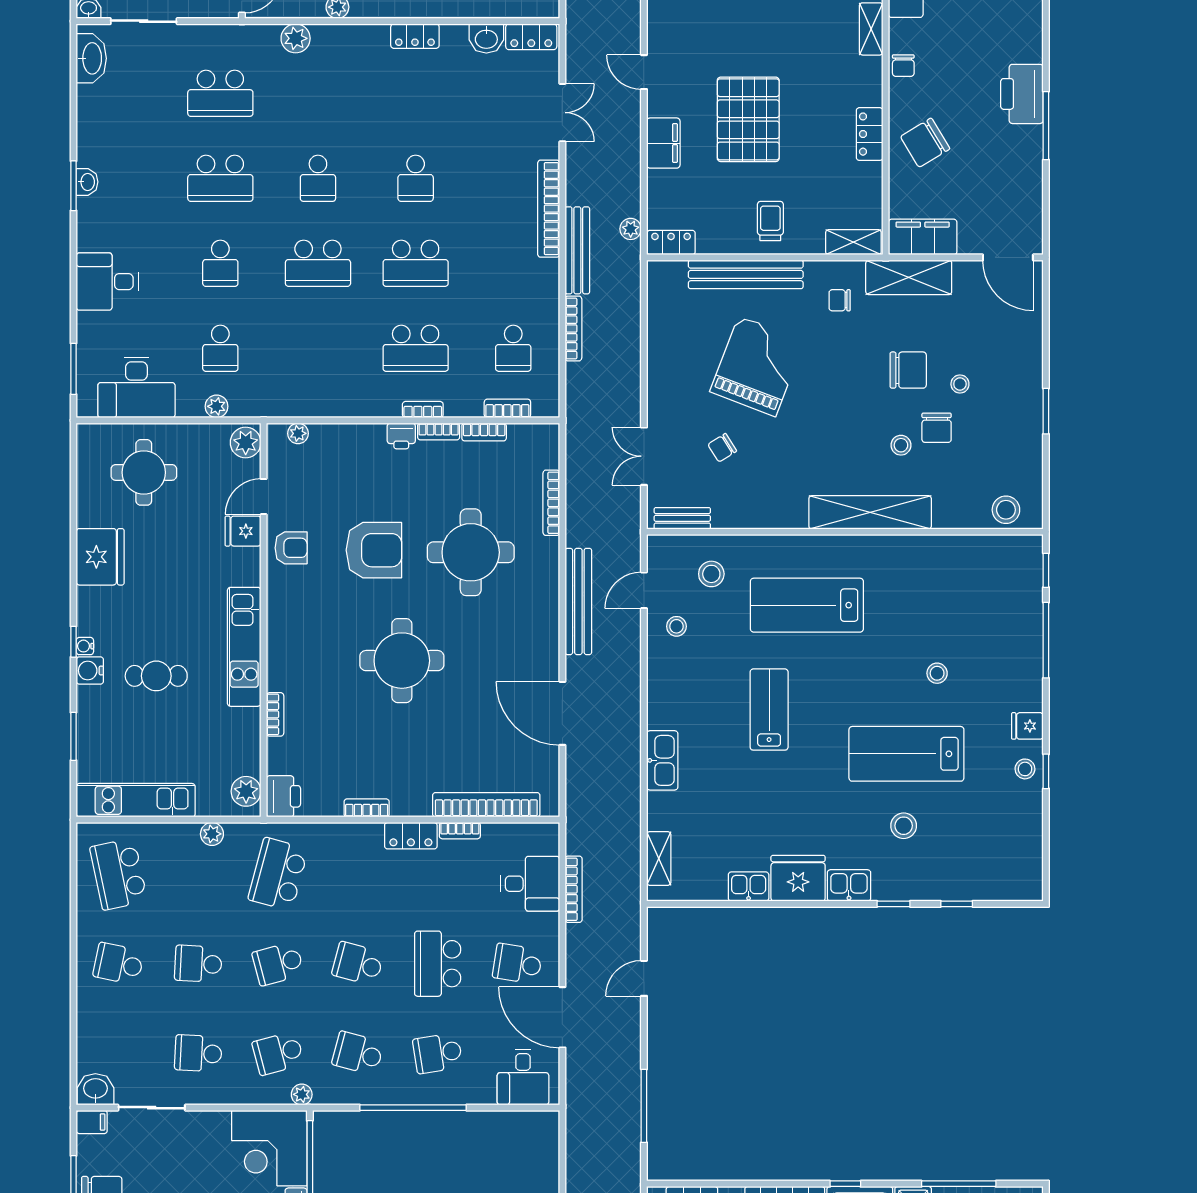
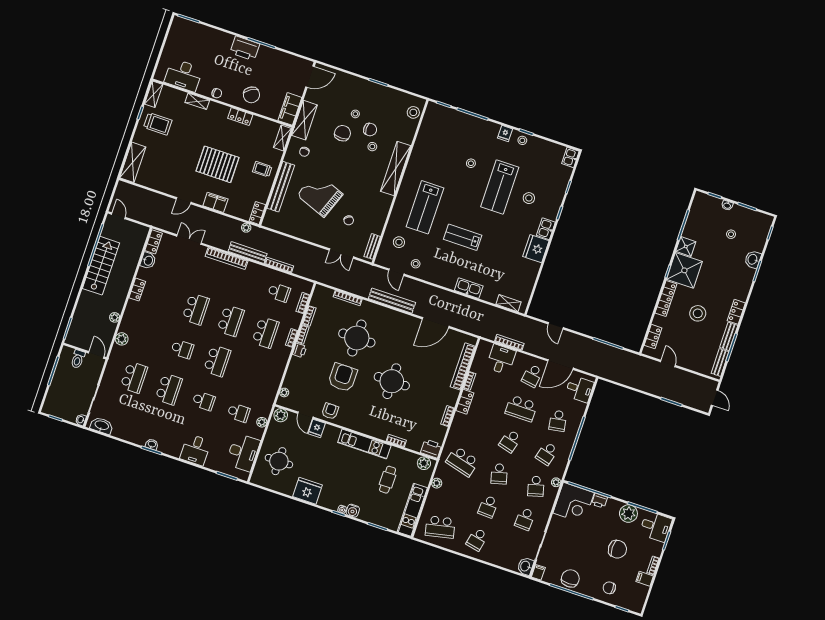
school desk: (416, 178) -> (196, 309), width x1.85
cafe table: (156, 676) -> (388, 480), moved
kitchen sink: (749, 887) -> (570, 157), moved

